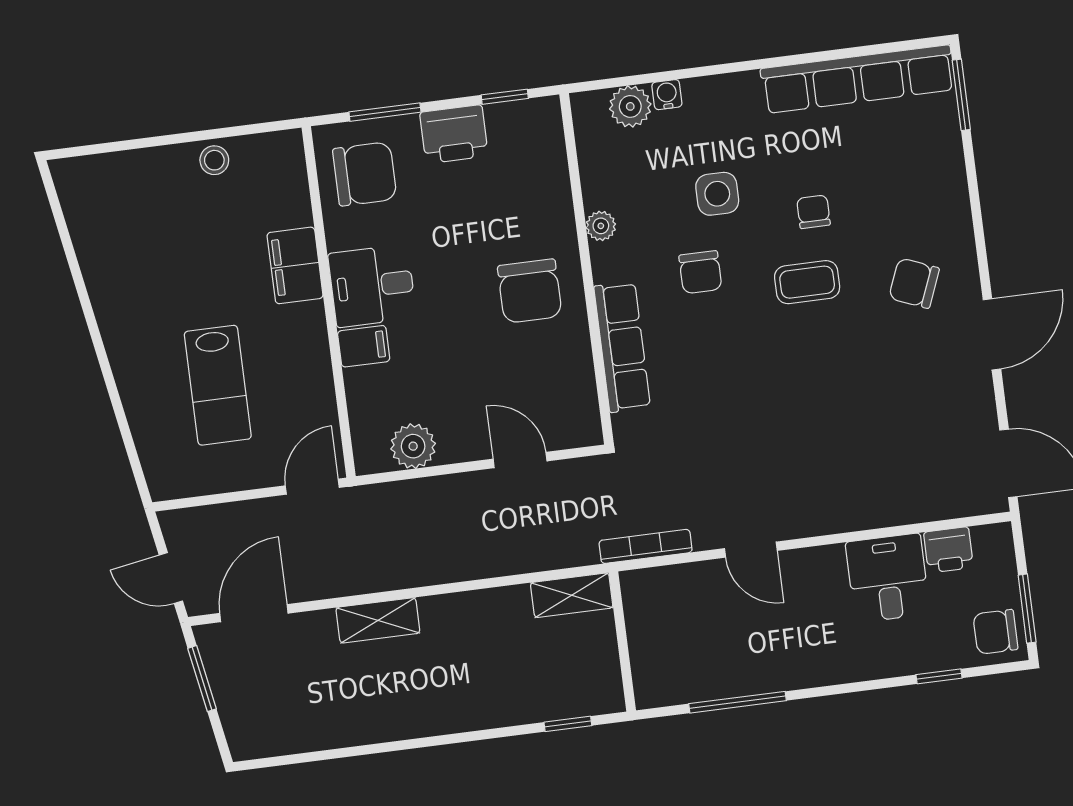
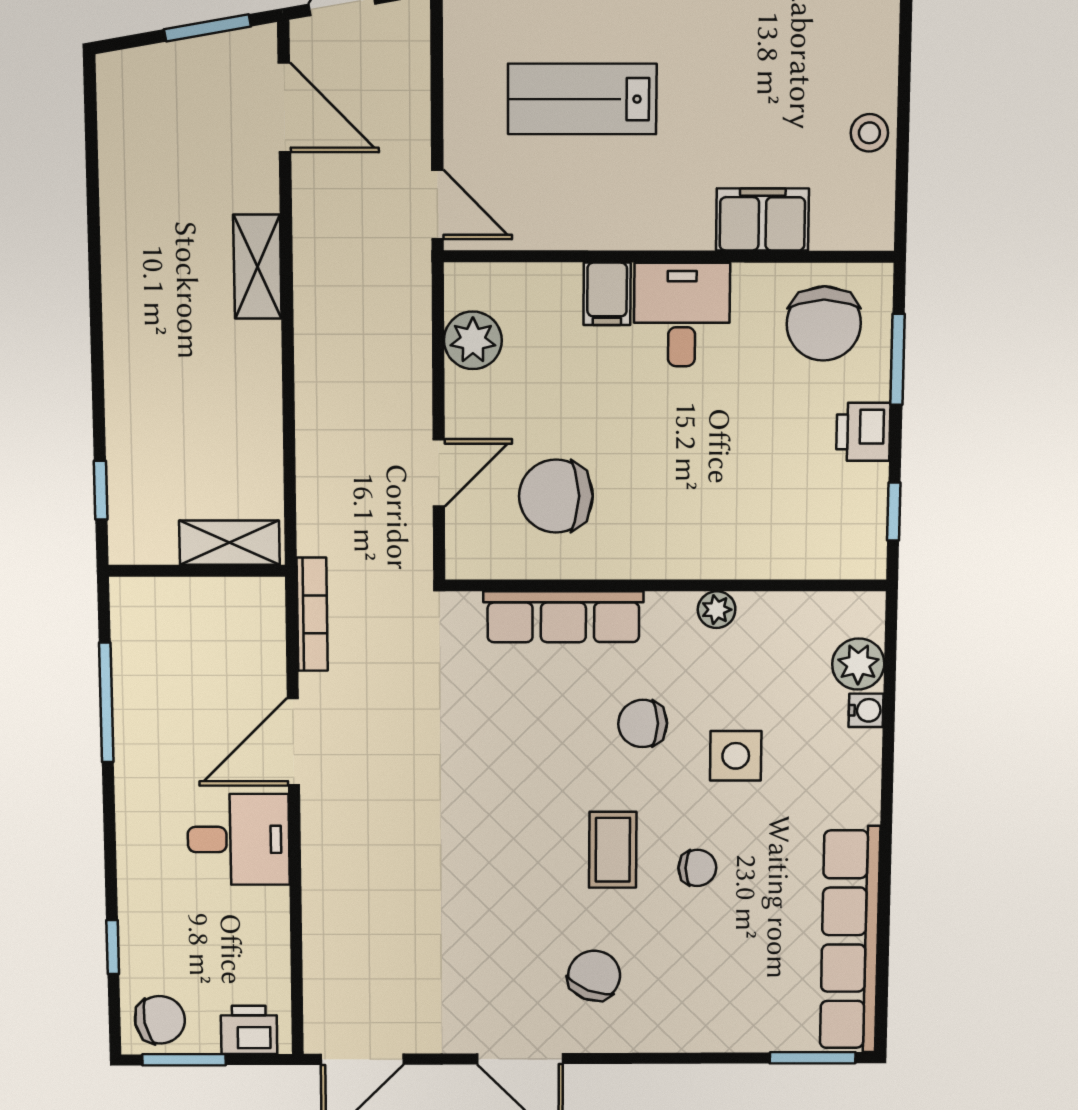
printer: (454, 134) -> (863, 432), width x0.73, depth x0.81
filing cabinet: (295, 265) -> (762, 219), moved
chair: (530, 291) -> (556, 496), moved
door: (751, 550) -> (293, 742), width x1.38
printer: (948, 550) -> (249, 1030), moved, turned 90
desk: (888, 578) -> (239, 839), moved
shelving: (572, 595) -> (229, 543), moved, turned 90
chair: (995, 632) -> (160, 1020), turned 79

